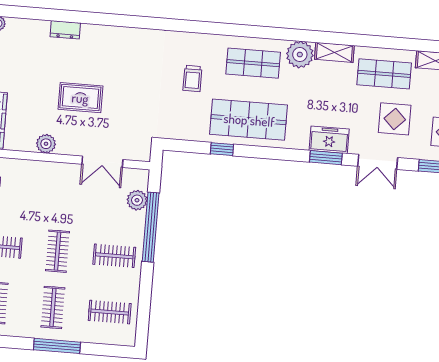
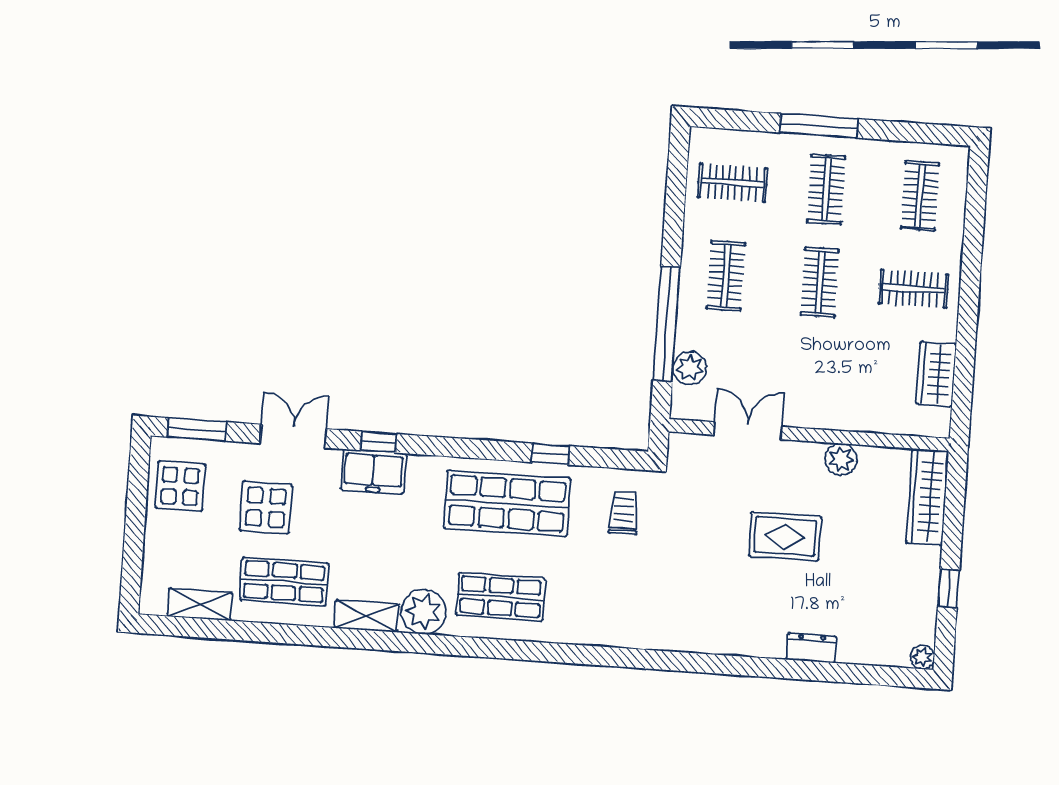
trolley: (192, 78) -> (624, 513), moved
window: (326, 158) -> (379, 442), width x0.67
clothes rail: (114, 256) -> (726, 276), turned 90

